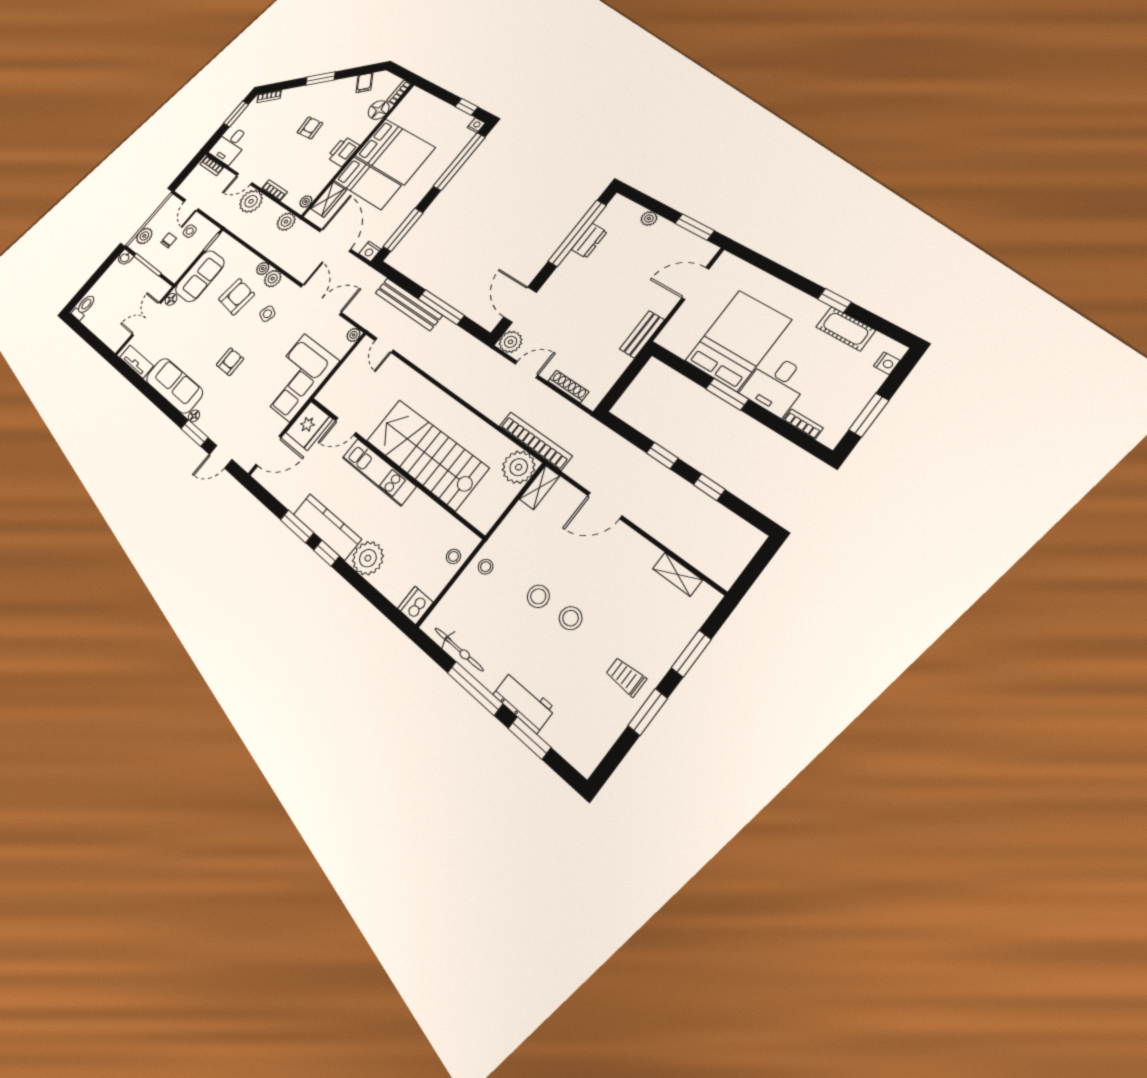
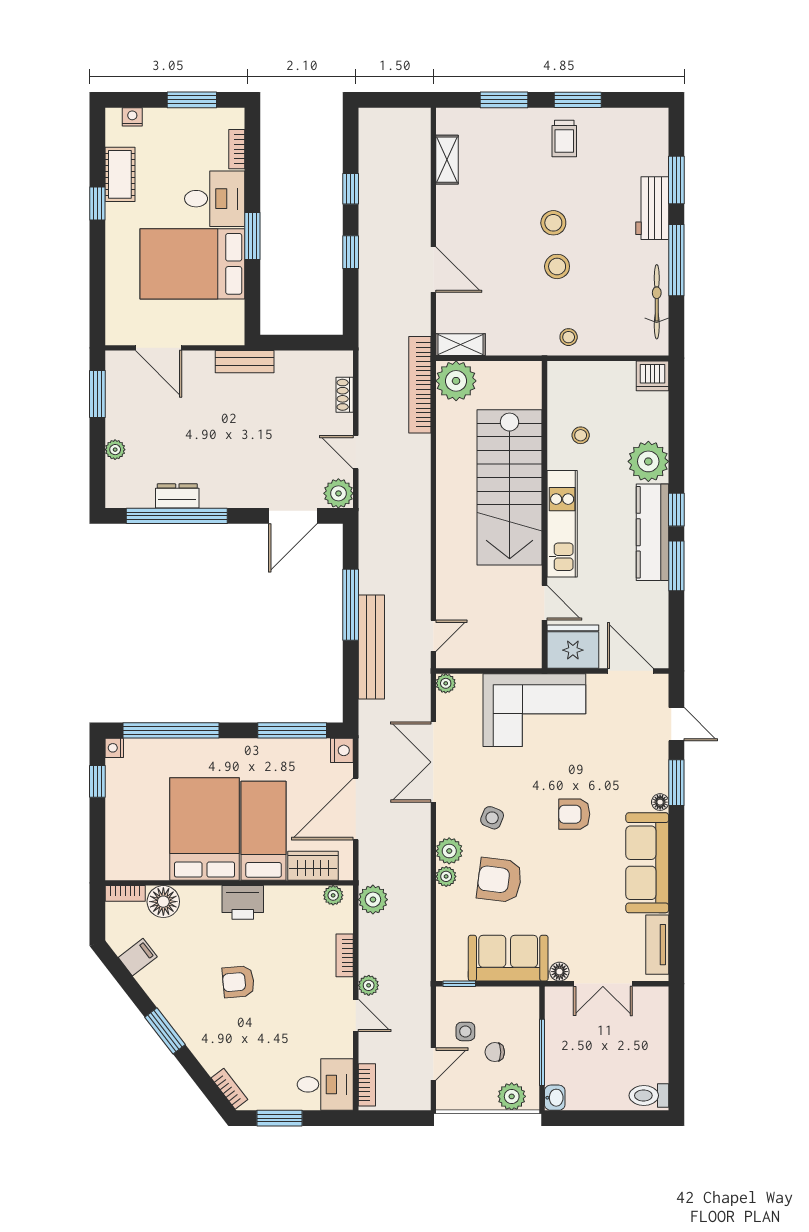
plant: (251, 201) -> (369, 985), width x0.53, depth x0.53
shoe rack: (568, 386) -> (345, 395), width x0.70
stool: (453, 556) -> (581, 435), moved

